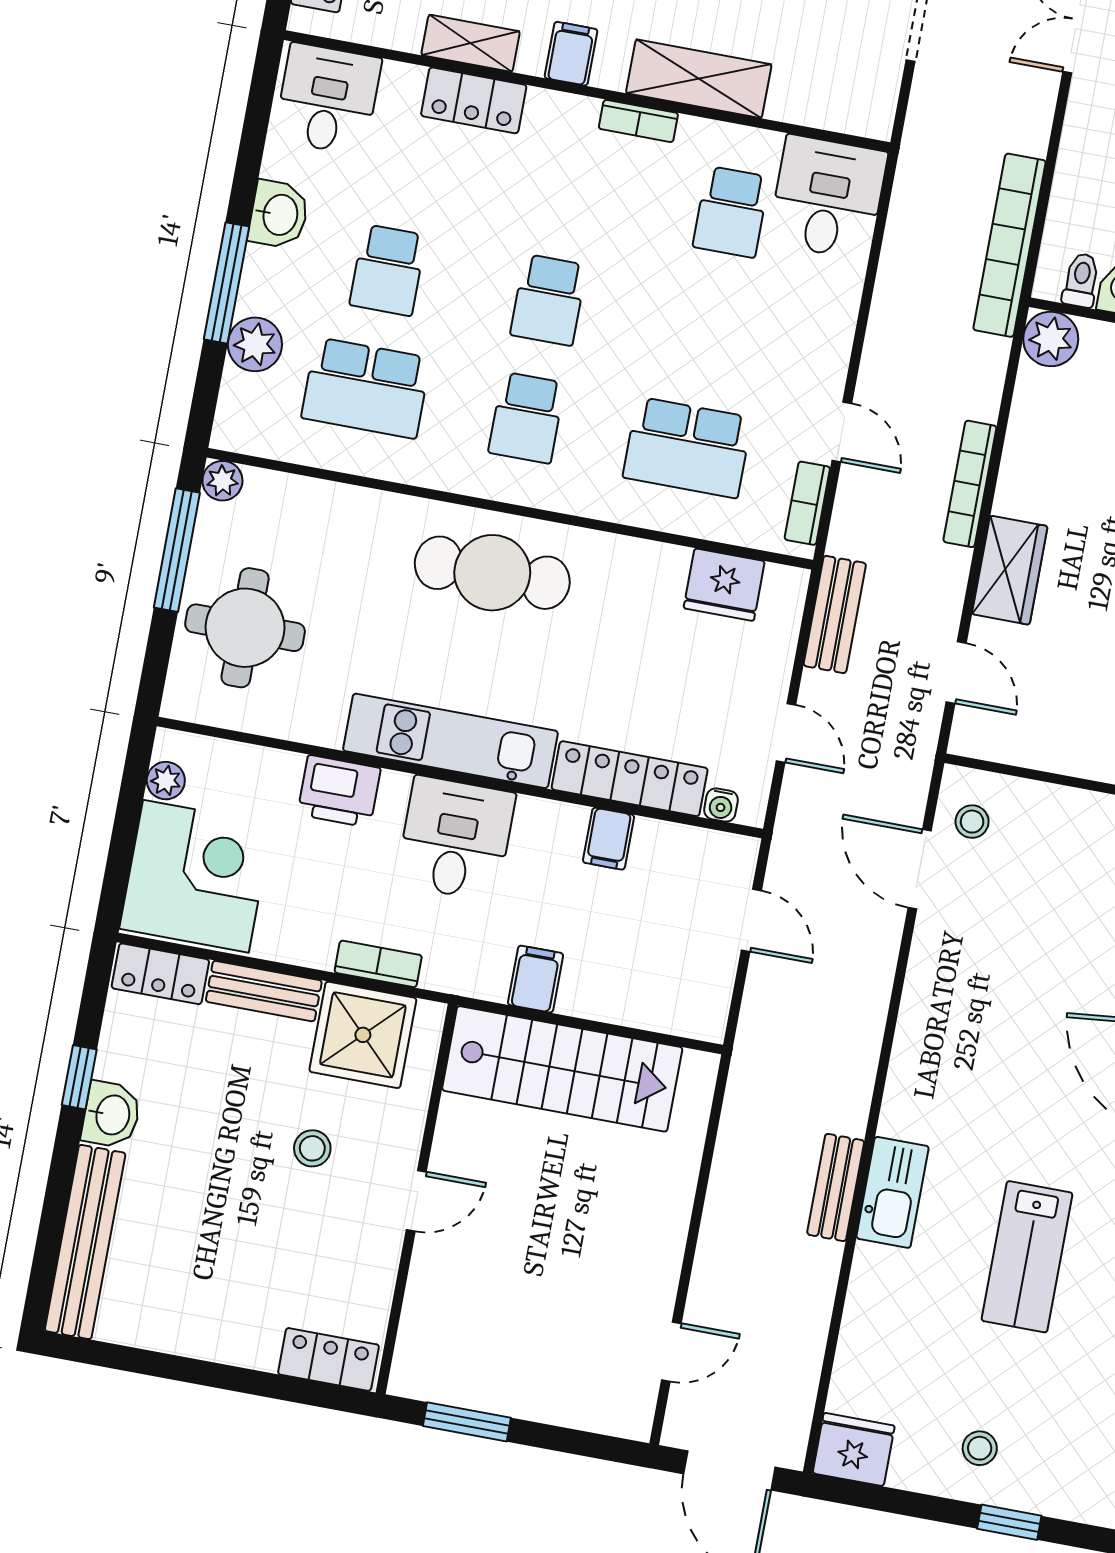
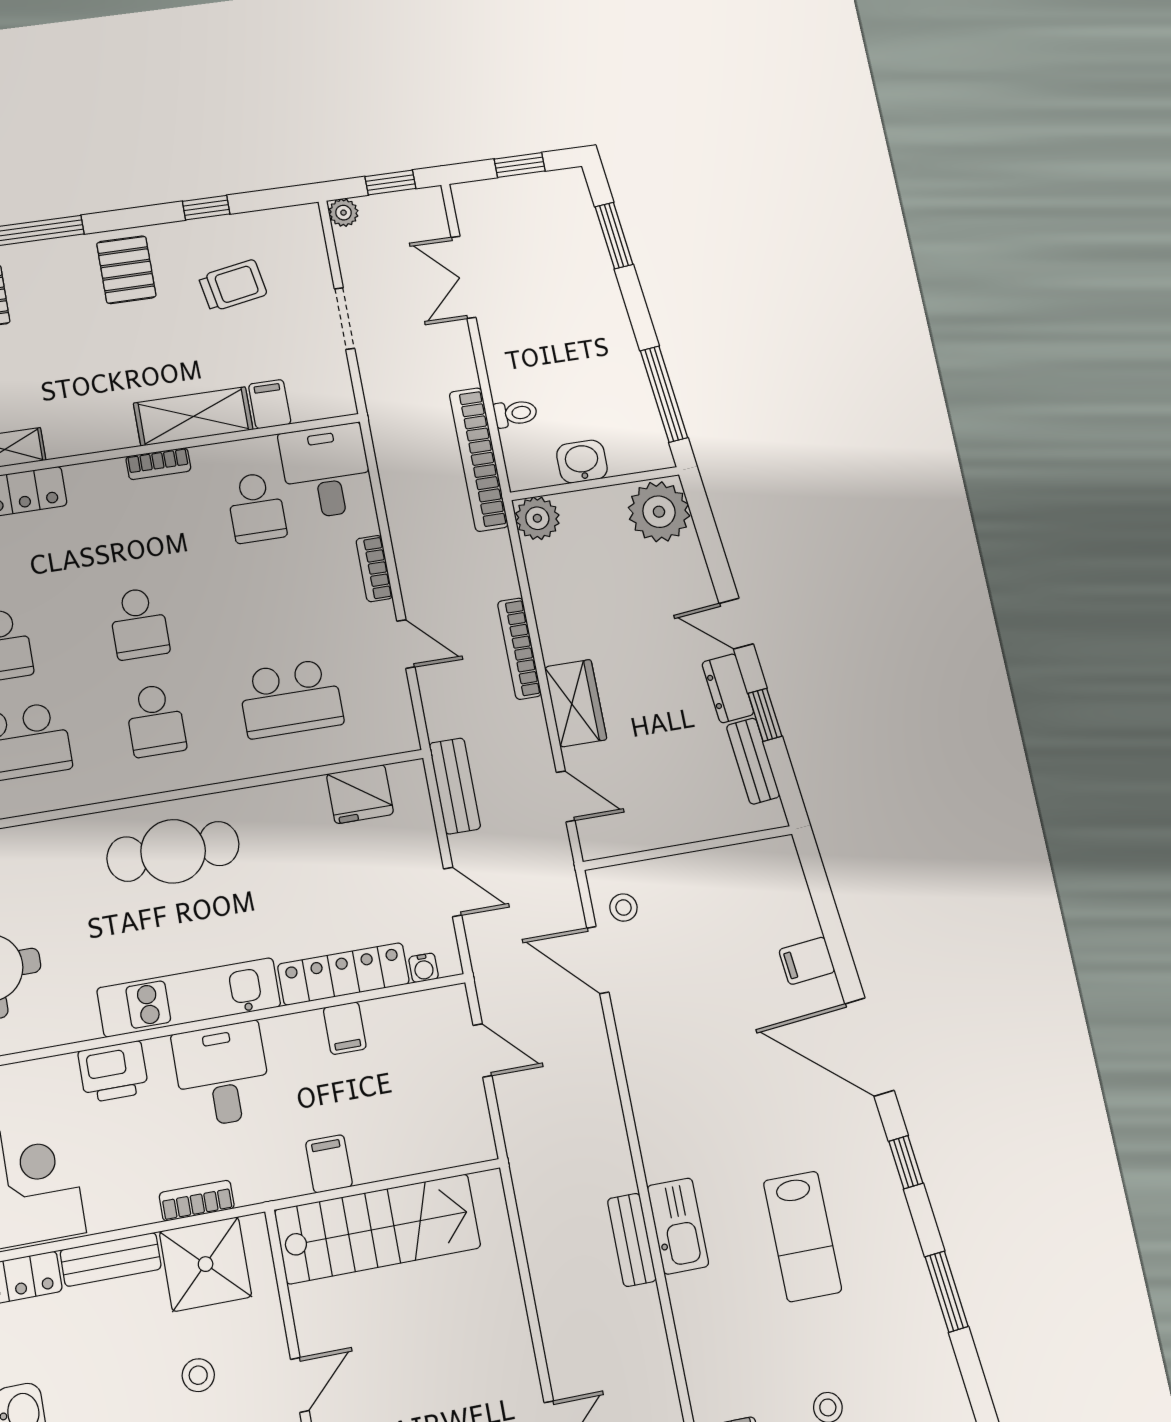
filing cabinet: (571, 54) -> (270, 404), moved
toilet: (1081, 280) -> (515, 413), moved, turned 90
bookcase: (807, 503) -> (374, 569), moved

